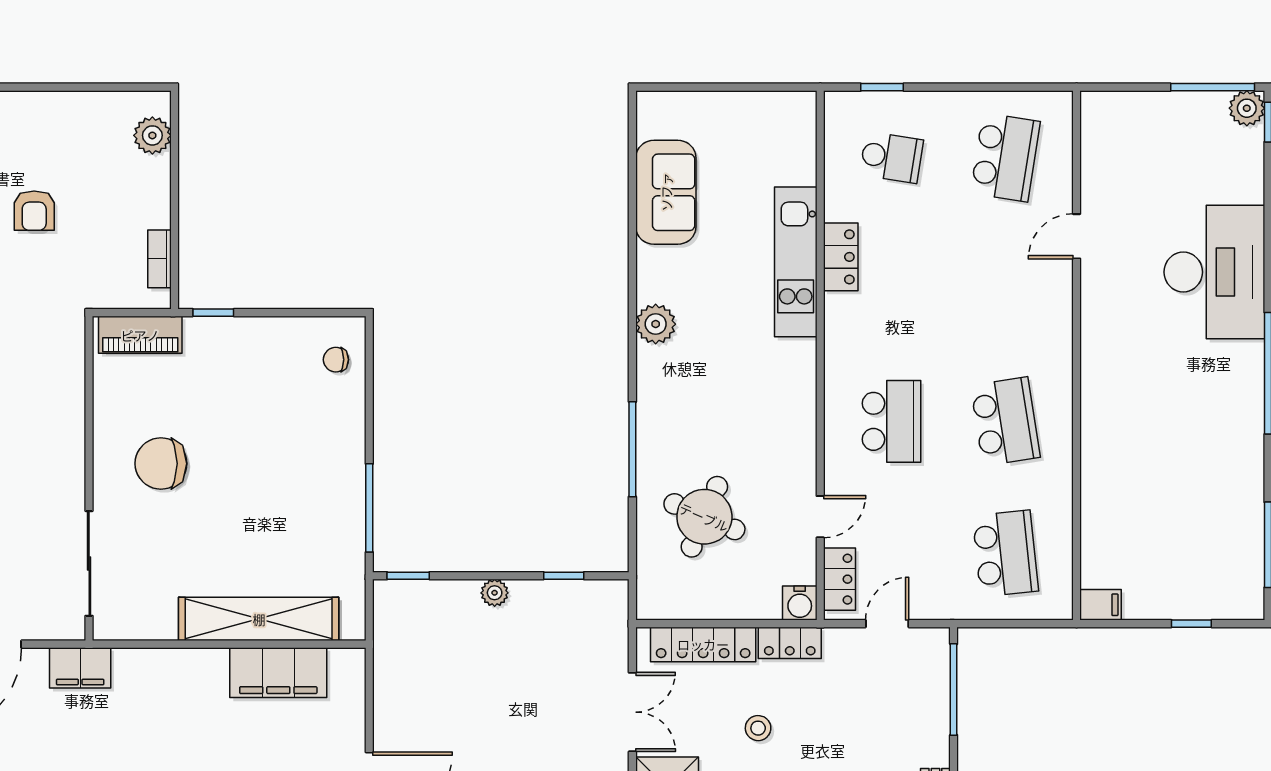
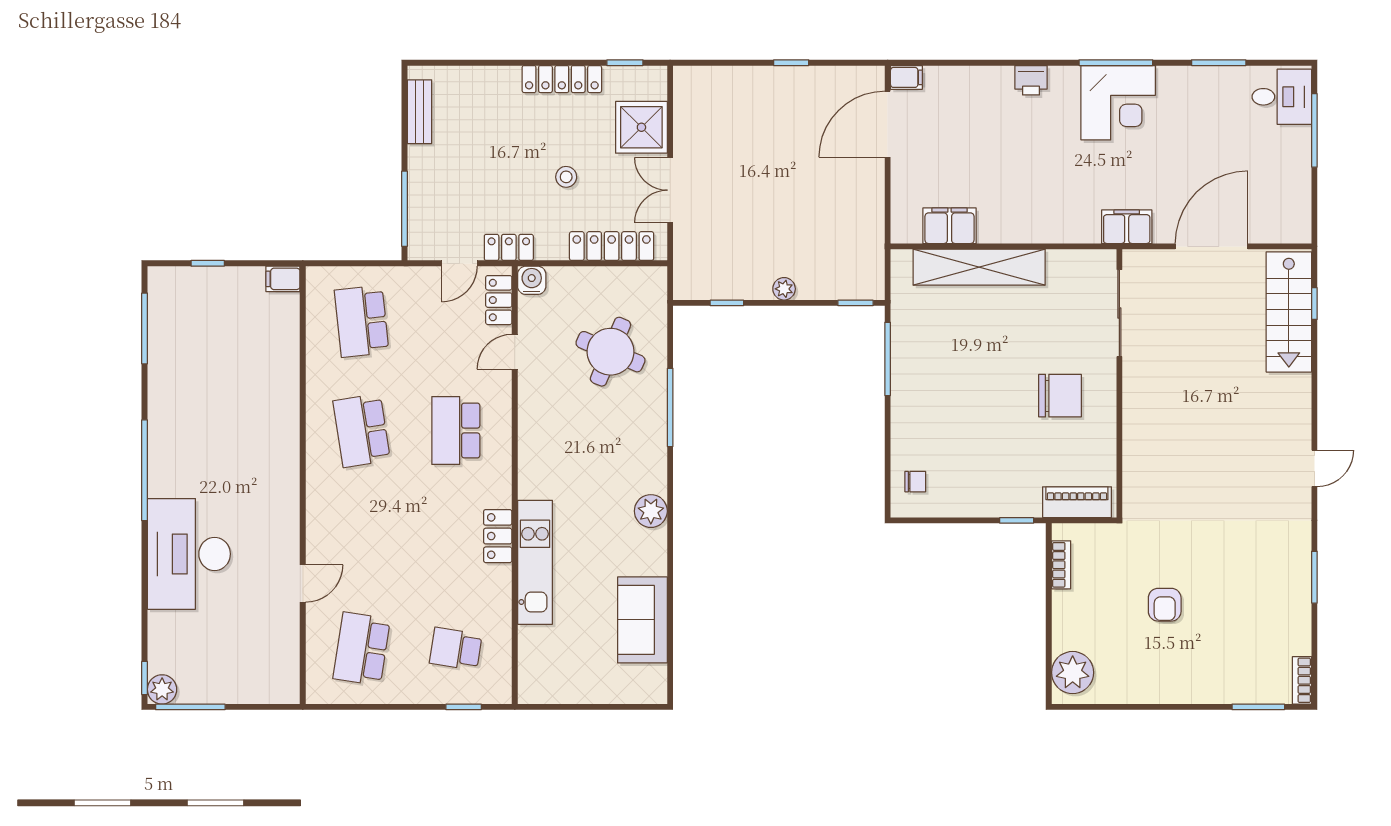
plant: (152, 135) -> (1073, 673), width x1.36, depth x1.36
armchair: (34, 211) -> (1165, 605), turned 180
locker: (841, 257) -> (498, 536), moved
locker: (790, 643) -> (509, 247), moved
filing cabinet: (278, 673) -> (950, 226), width x0.67, depth x0.86

